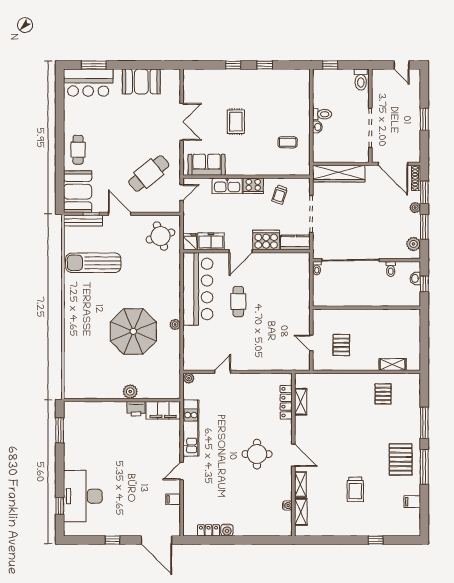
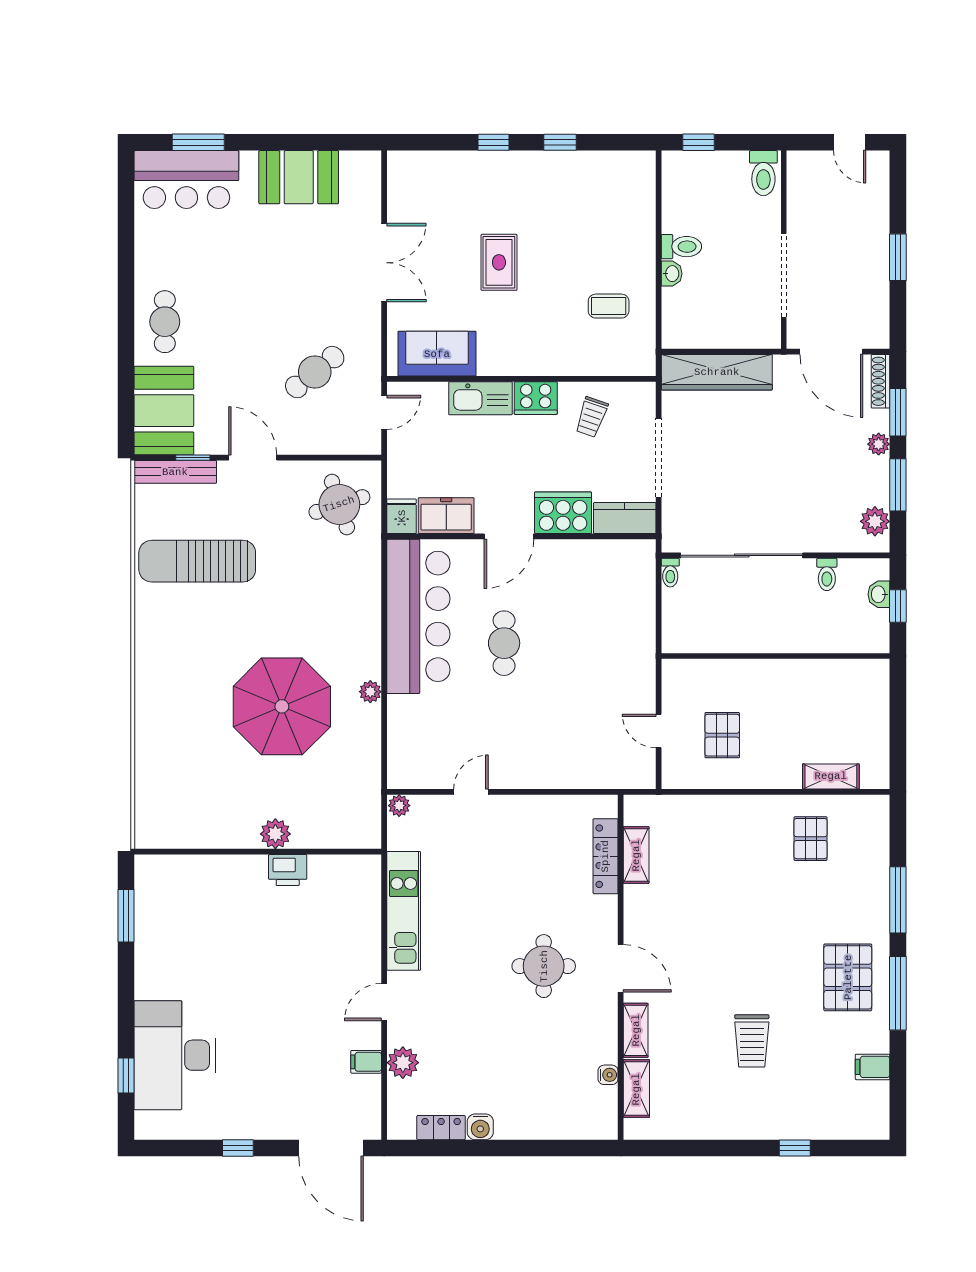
cafe table: (149, 173) -> (315, 372), width x0.73, depth x0.74
filing cabinet: (163, 410) -> (345, 873), removed
plant: (190, 500) -> (403, 1063), added

